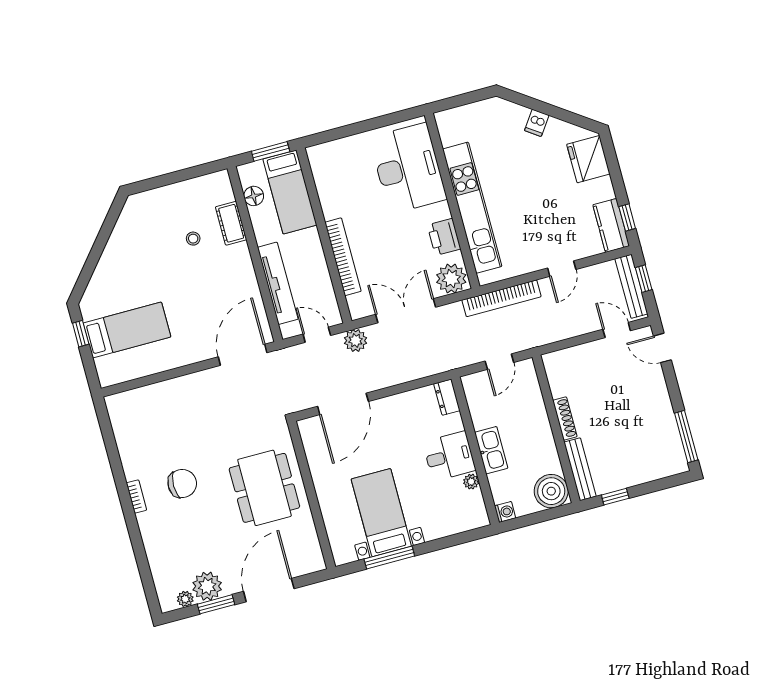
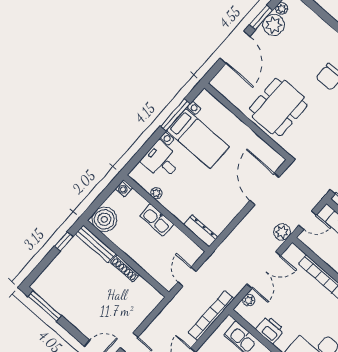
plant: (451, 279) -> (249, 300), width x0.53, depth x0.53
dresser: (447, 397) -> (201, 231), width x1.44
desk: (449, 456) -> (161, 161), moved, turned 90
dining table: (264, 488) -> (278, 107), turned 90

